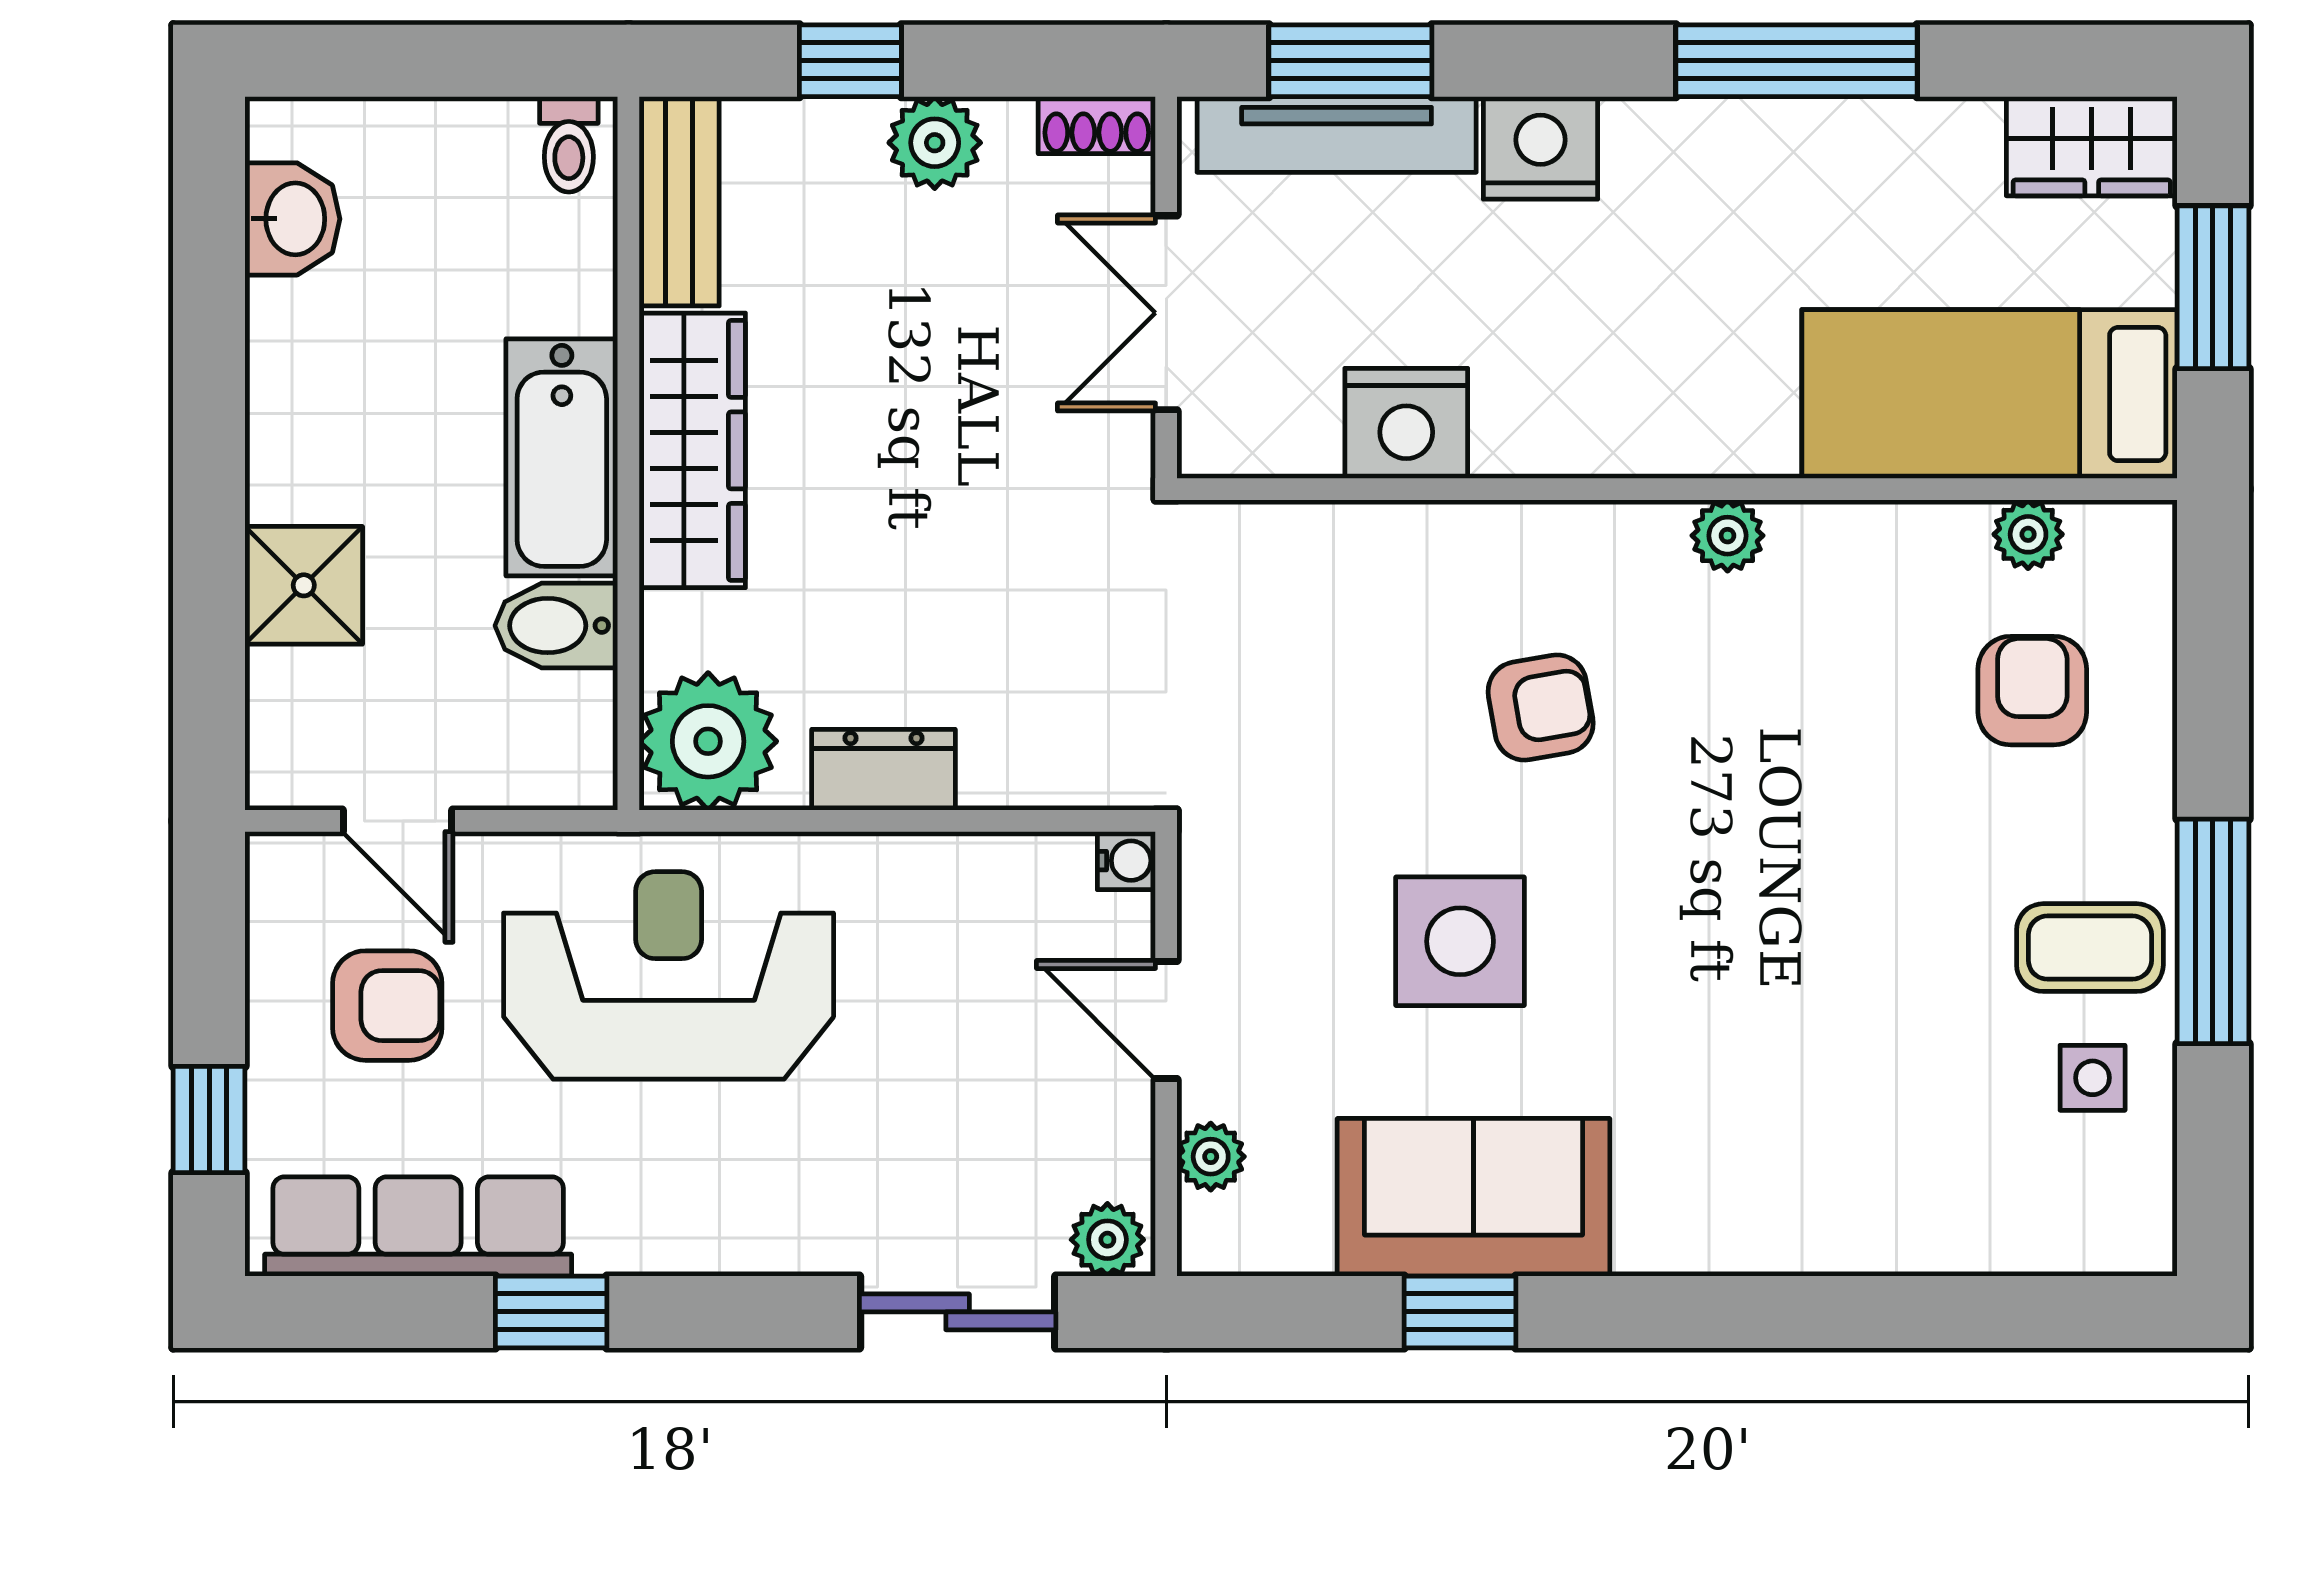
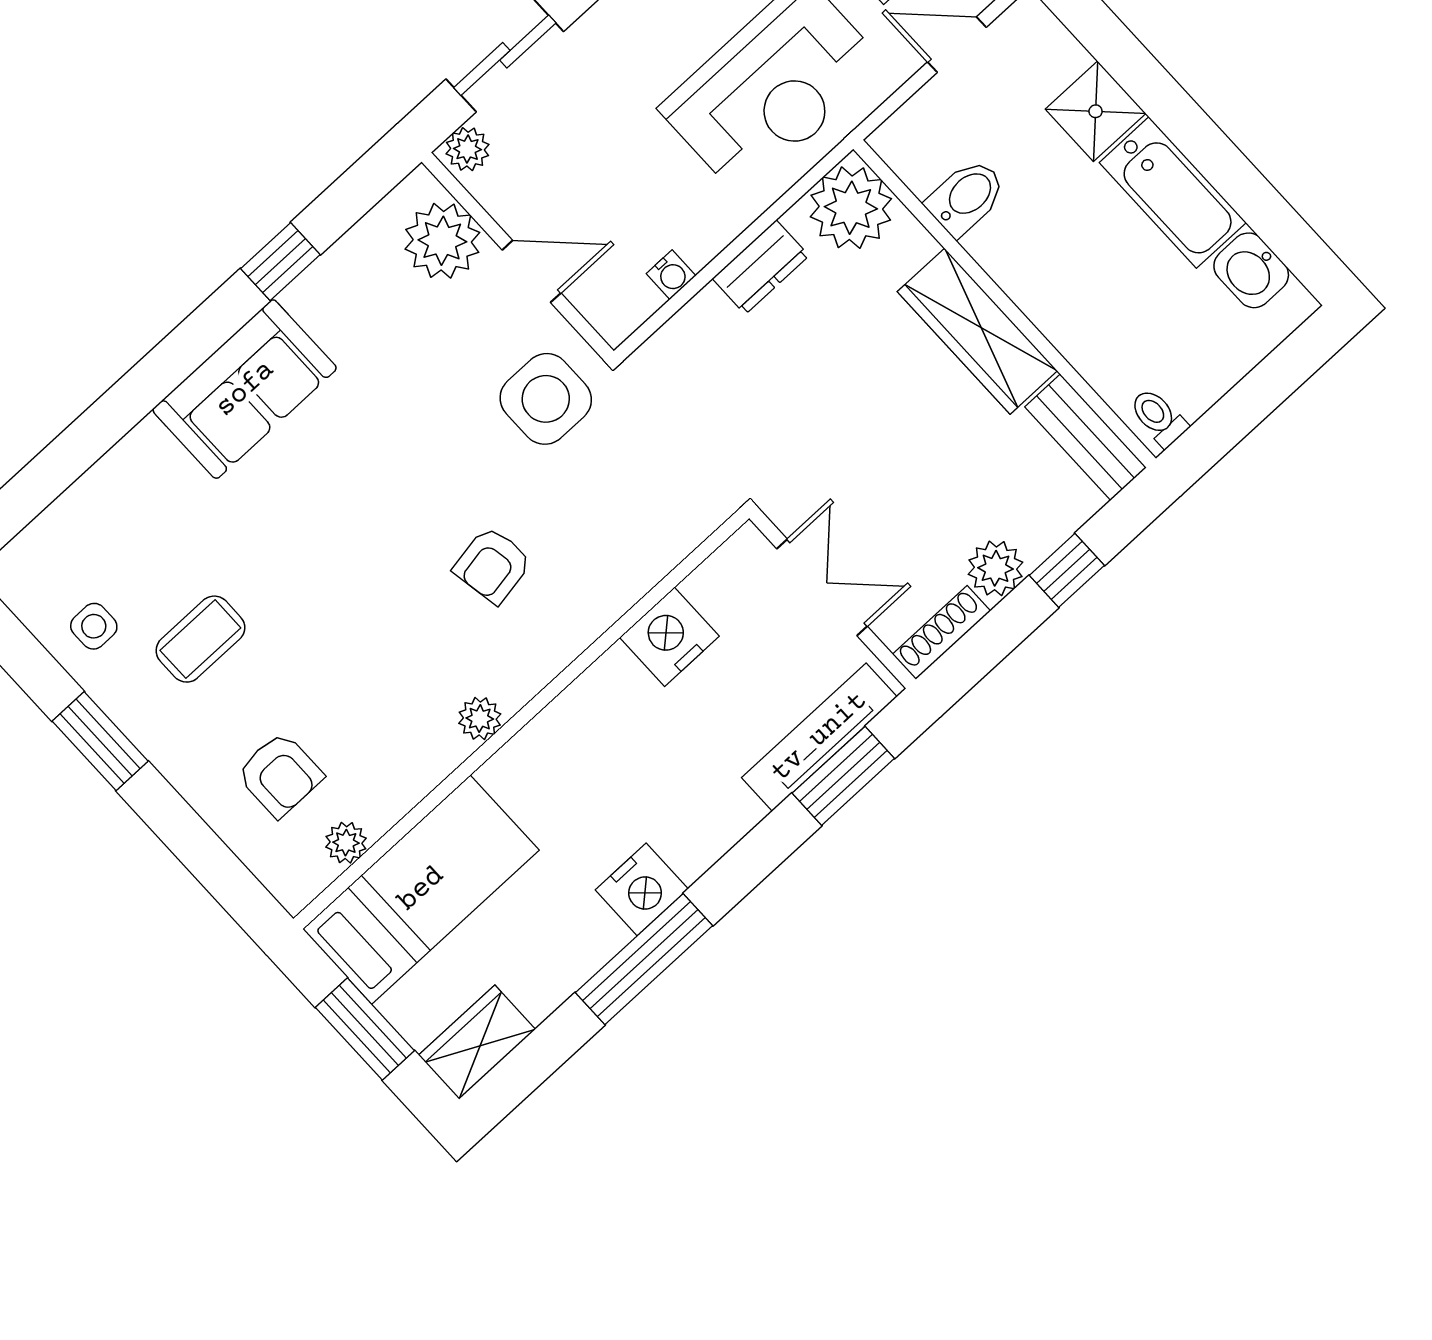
shoe rack: (1097, 125) -> (941, 632), width x1.43
nightstand: (1540, 148) -> (642, 889), moved
bathtub: (562, 457) -> (1173, 193), moved, turned 180
water cooler: (1126, 861) -> (671, 275), moved, turned -90
window: (2213, 931) -> (100, 741), width x0.69
side table: (1460, 941) -> (546, 399), moved
coffee table: (2090, 948) -> (200, 639), moved
plant: (1211, 1157) -> (442, 241), width x1.88, depth x1.88
sofa: (1474, 1197) -> (245, 389), moved

